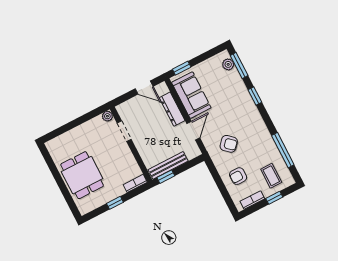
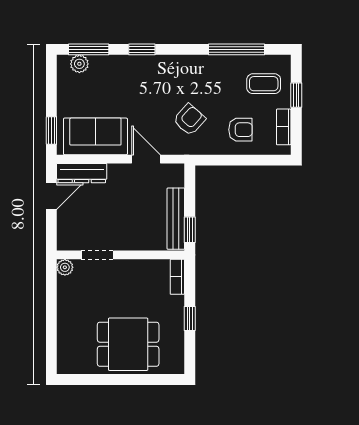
dresser: (172, 109) -> (82, 173), moved
armchair: (238, 176) -> (240, 130), turned -90

